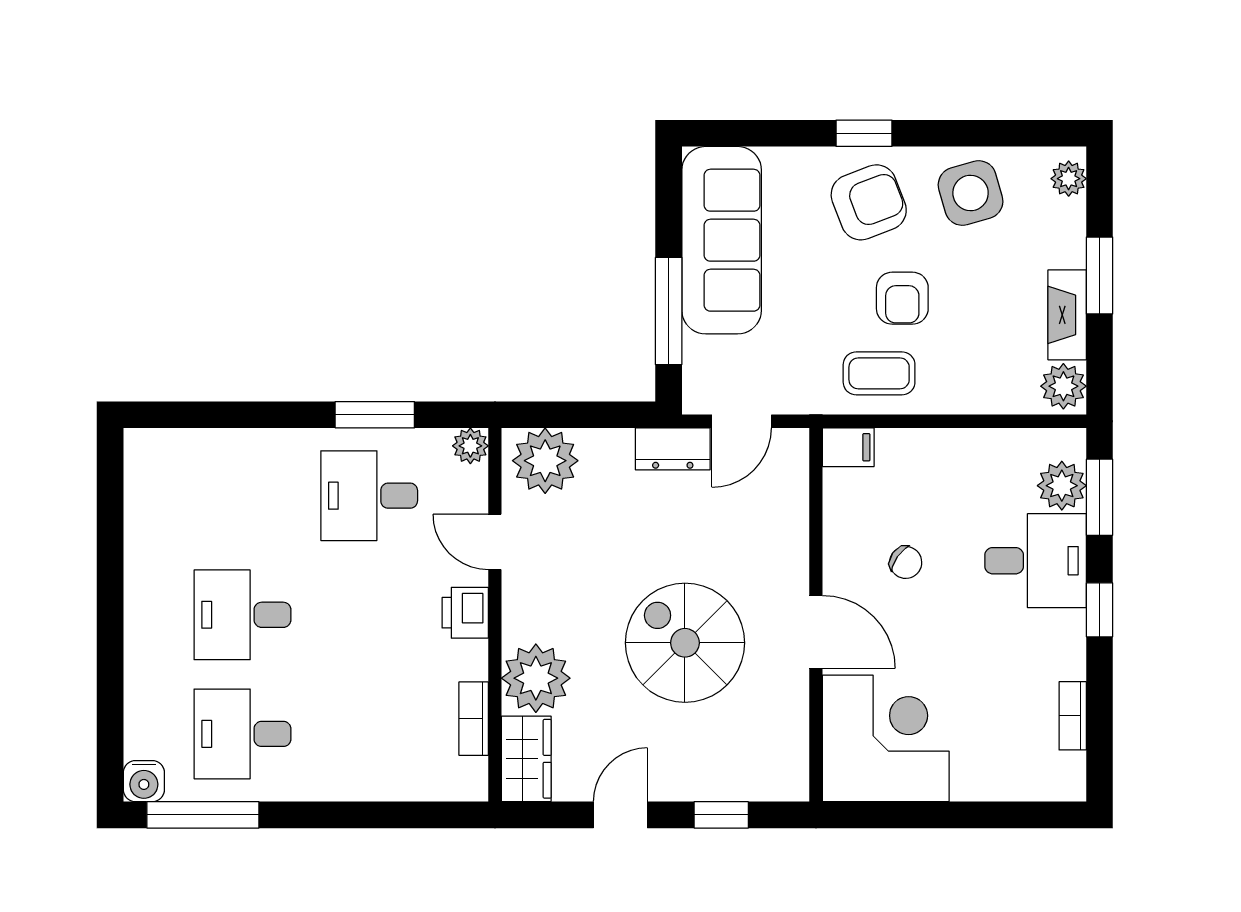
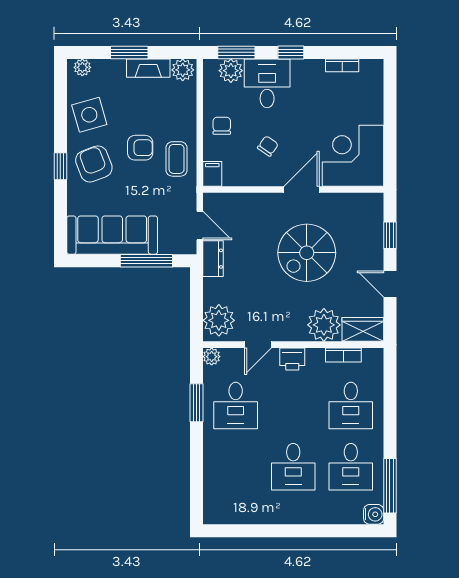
chair: (948, 467) -> (222, 126), added
desk: (369, 734) -> (351, 405), added

